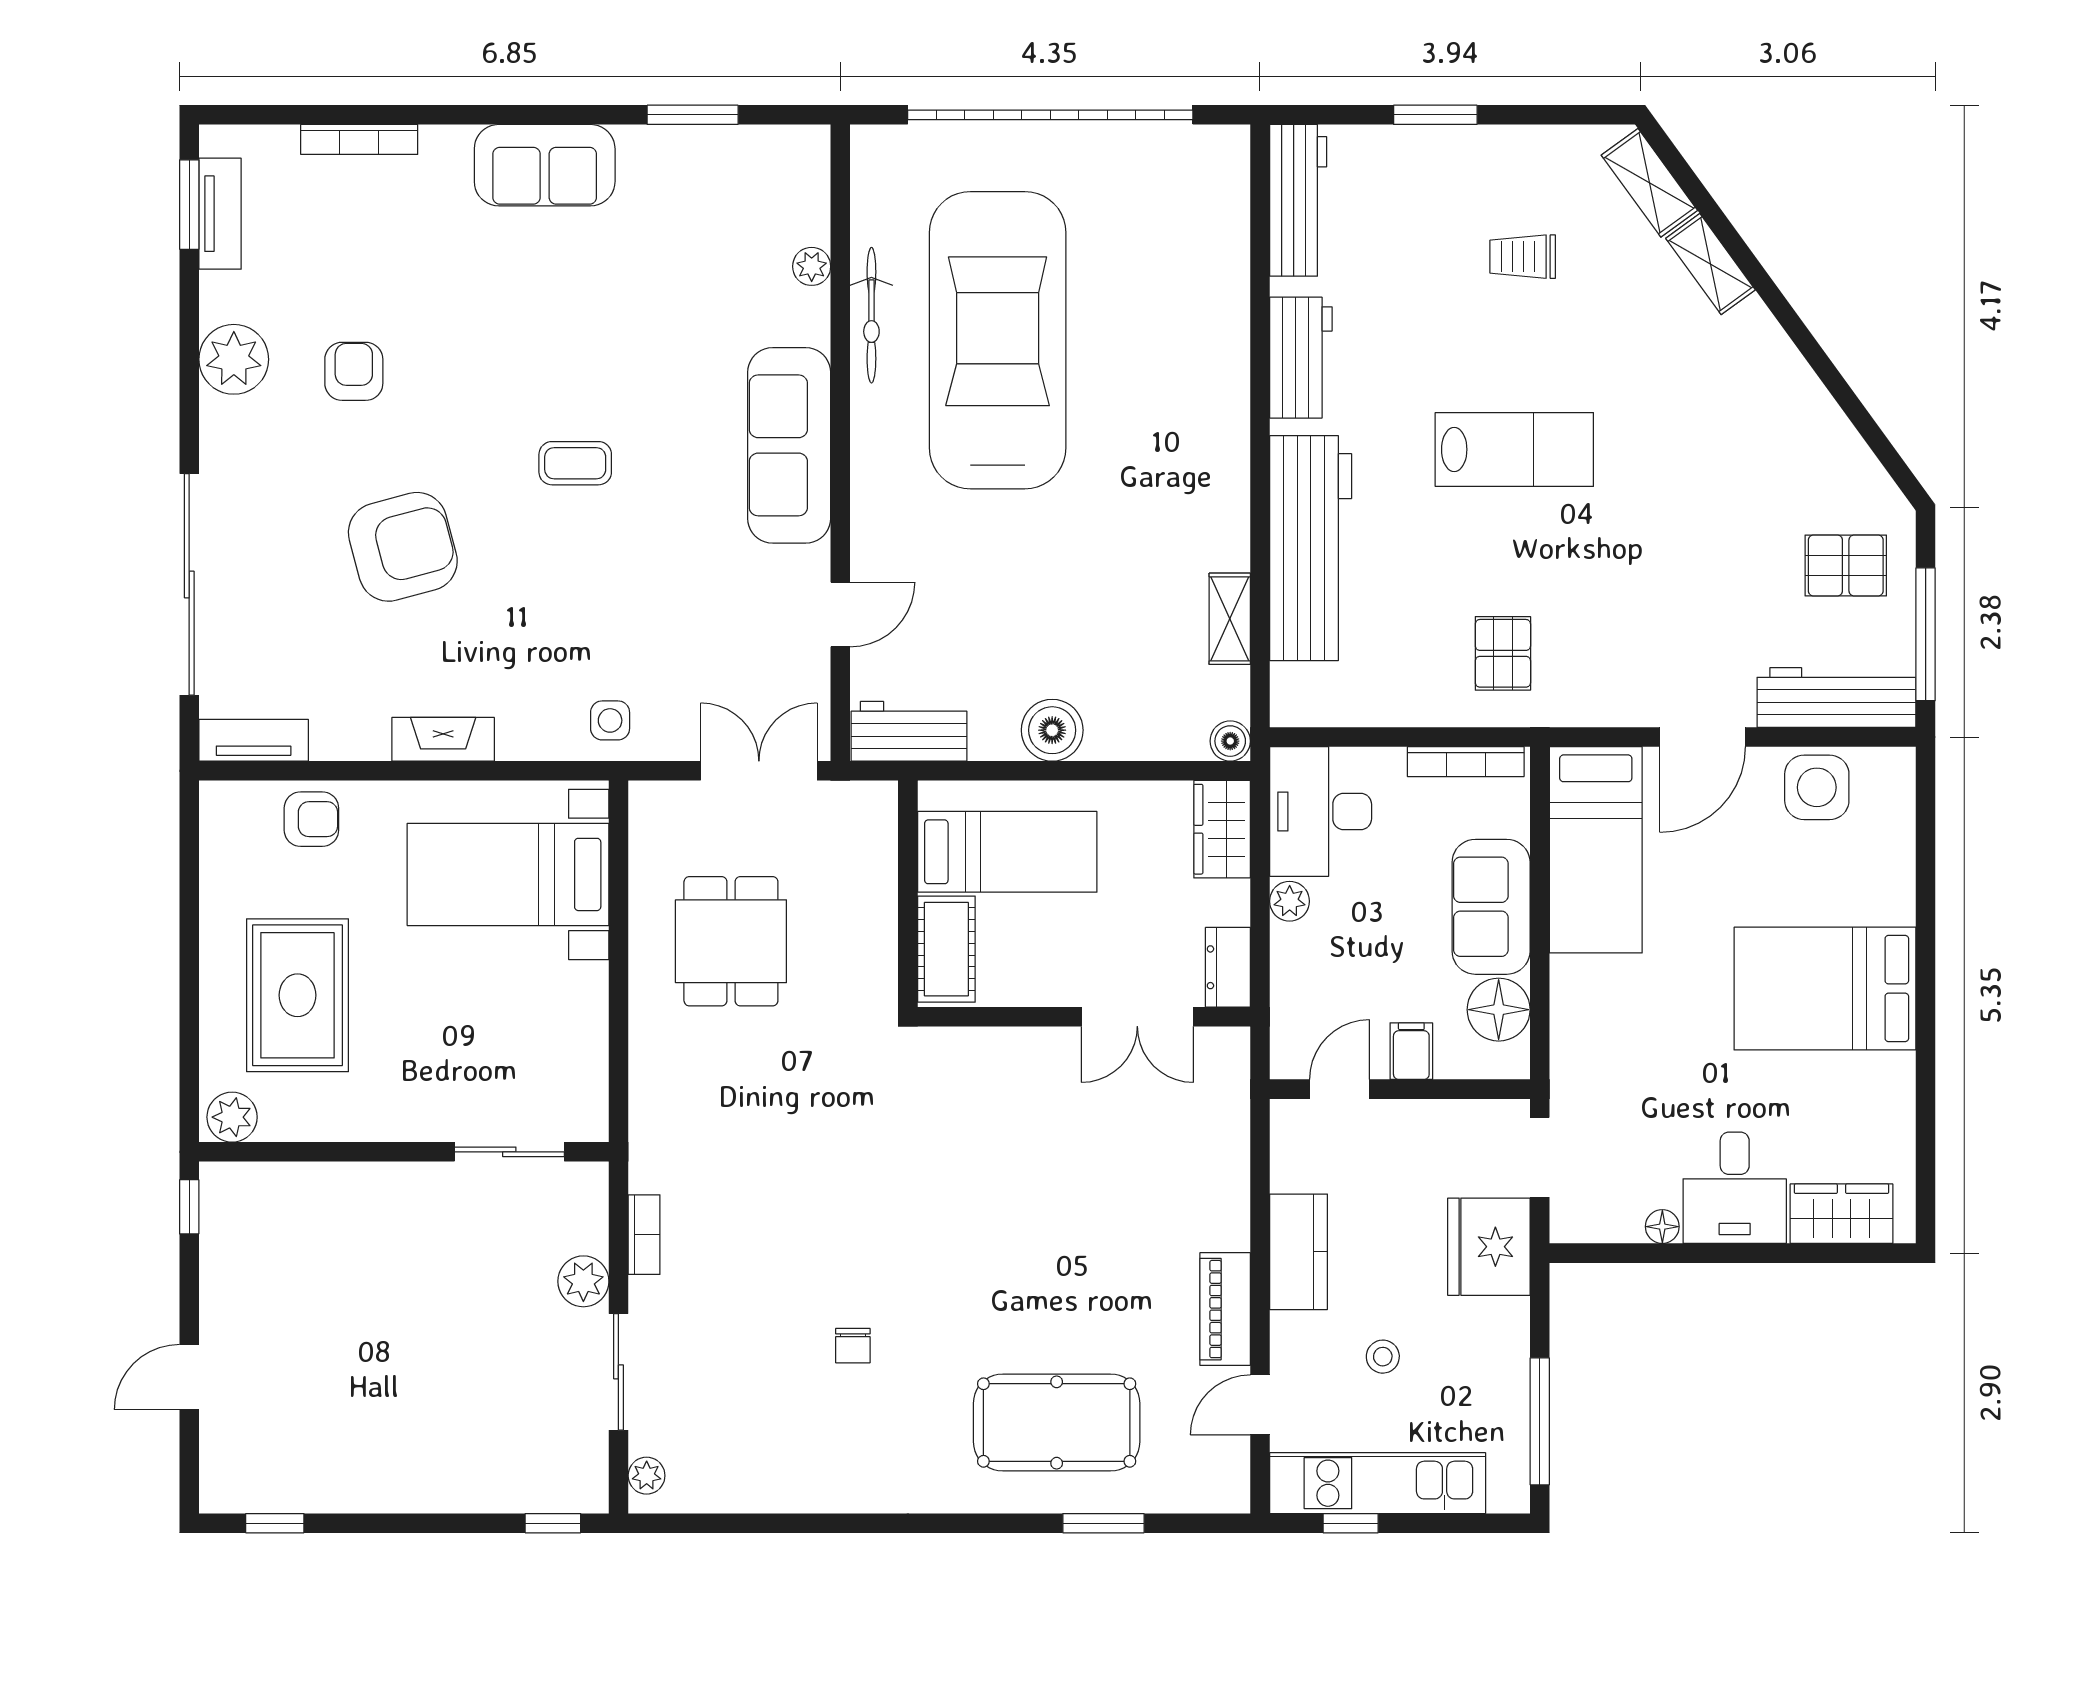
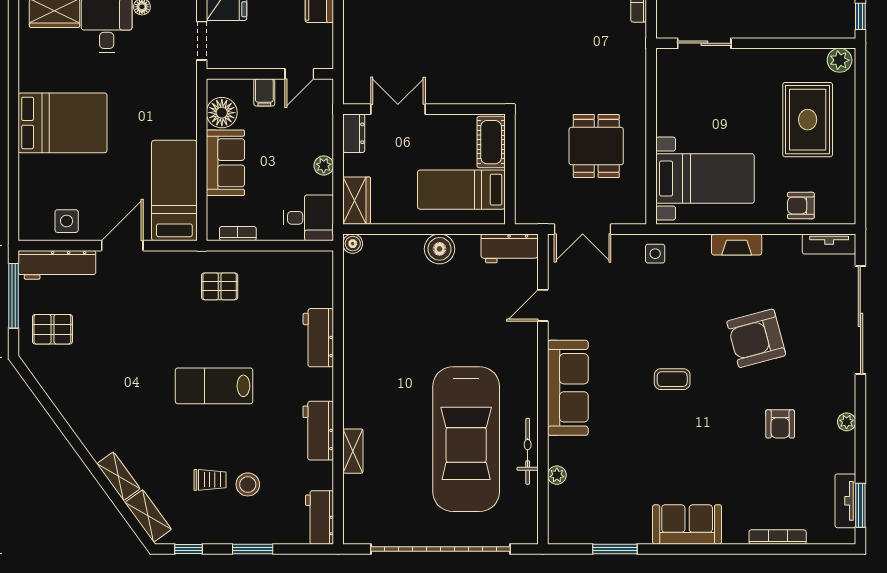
window: (1567, 115) -> (189, 549), added
workbench: (1298, 200) -> (320, 517), width x0.73
stool: (1445, 247) -> (248, 484), added
plant: (234, 359) -> (847, 422), width x0.53, depth x0.53
workbench: (1311, 548) -> (318, 338), width x0.53, depth x0.76
shelving: (1230, 619) -> (353, 451), moved
pallet: (1503, 653) -> (220, 286), turned 90
bookcase: (1466, 762) -> (238, 234), width x0.64
side table: (1817, 787) -> (67, 221), width x0.73, depth x0.73
desk: (1321, 812) -> (309, 218), width x0.73

